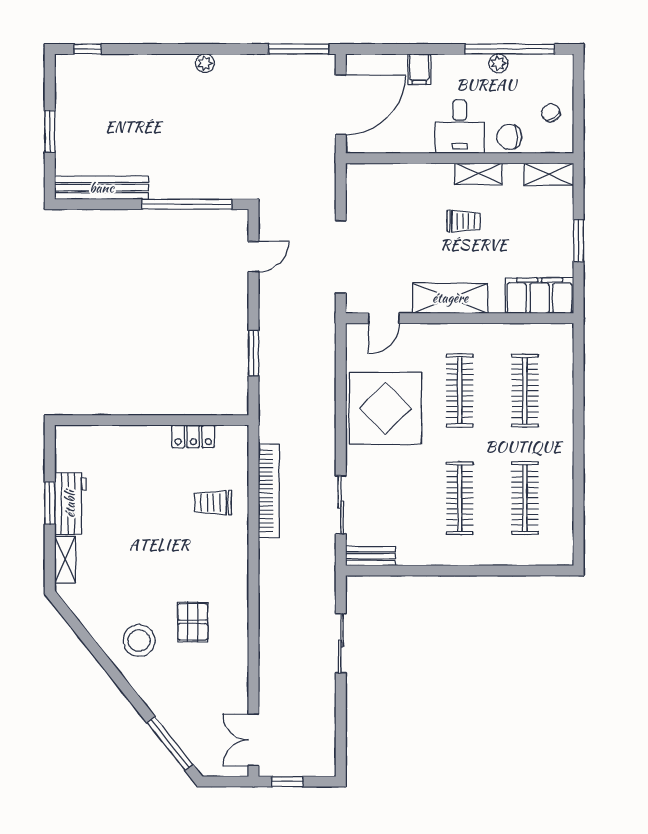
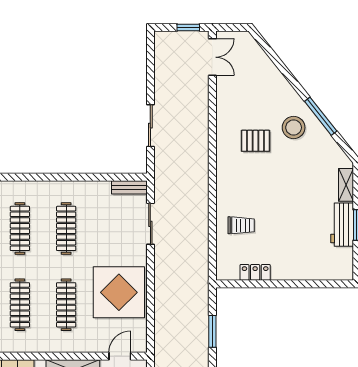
bookcase: (269, 491) -> (201, 234), removed
pallet: (193, 622) -> (255, 141), turned 90
window: (170, 744) -> (321, 116), moved

